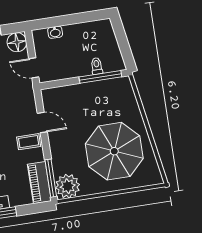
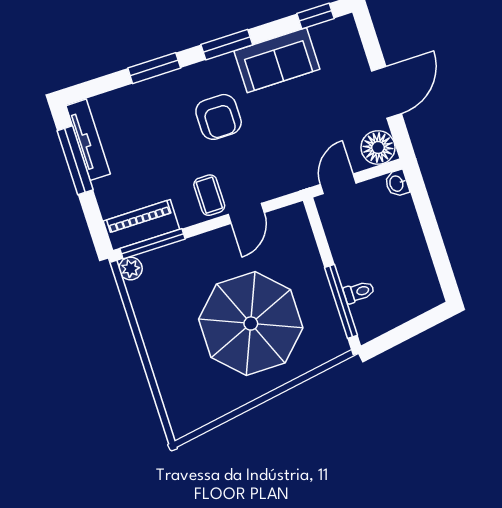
washbasin: (55, 32) -> (397, 183), moved
parasol: (114, 151) -> (251, 323), moved
plant: (68, 186) -> (131, 269), width x0.53, depth x0.53

